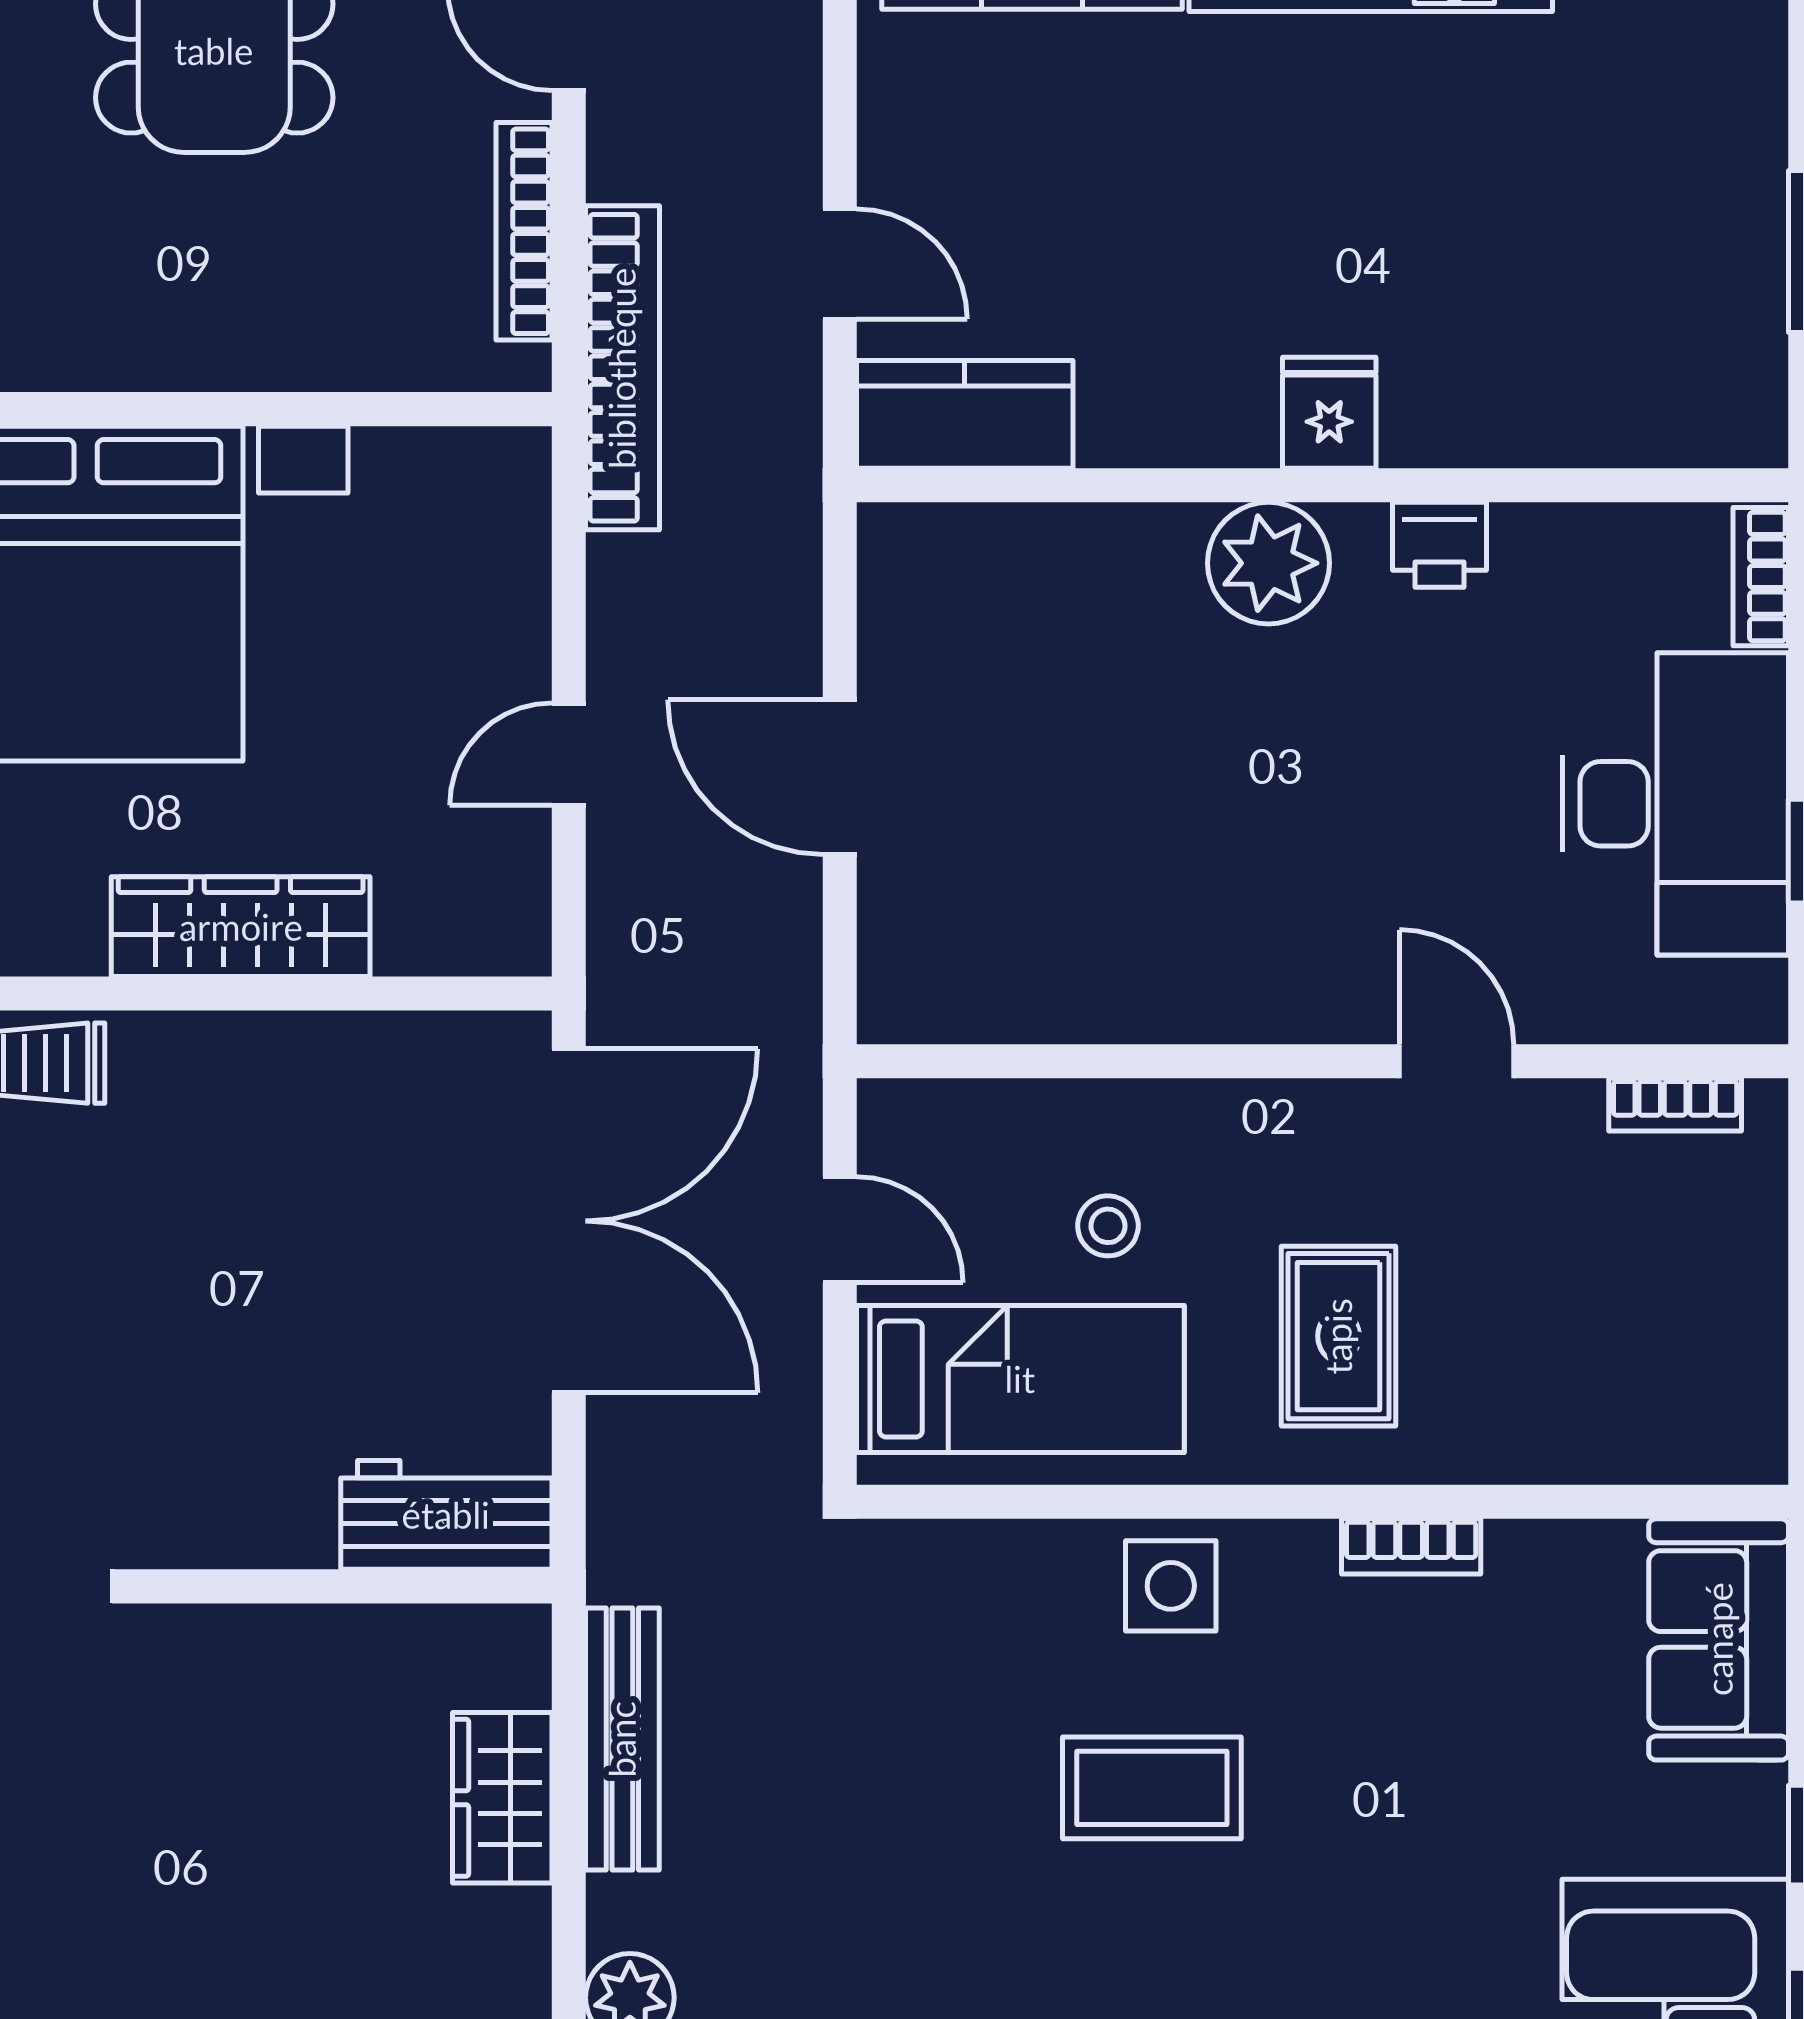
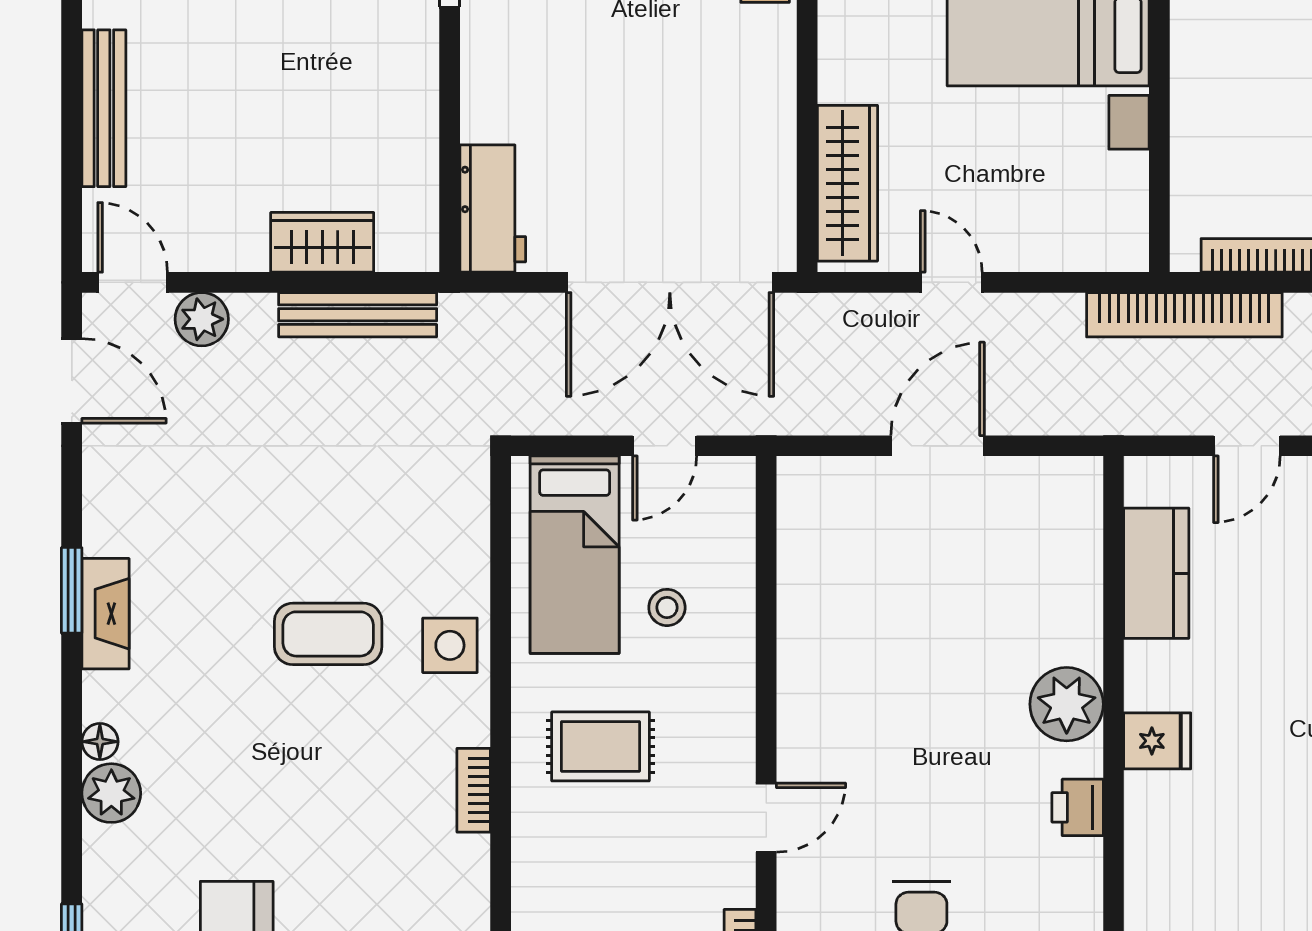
kitchen counter: (965, 414) -> (1156, 573), moved
wardrobe: (241, 927) -> (847, 183), moved
coffee table: (1152, 1788) -> (328, 634), turned 90

